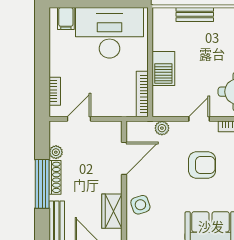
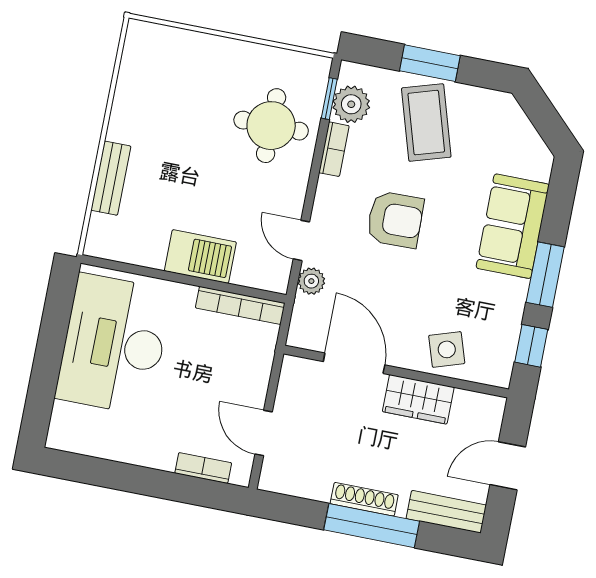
filing cabinet: (66, 18) -> (71, 421), removed
door: (199, 119) -> (301, 240), moved
plant: (56, 152) -> (317, 488), removed
armchair: (202, 165) -> (395, 220), turned 89
wardrobe: (112, 211) -> (418, 399), moved

